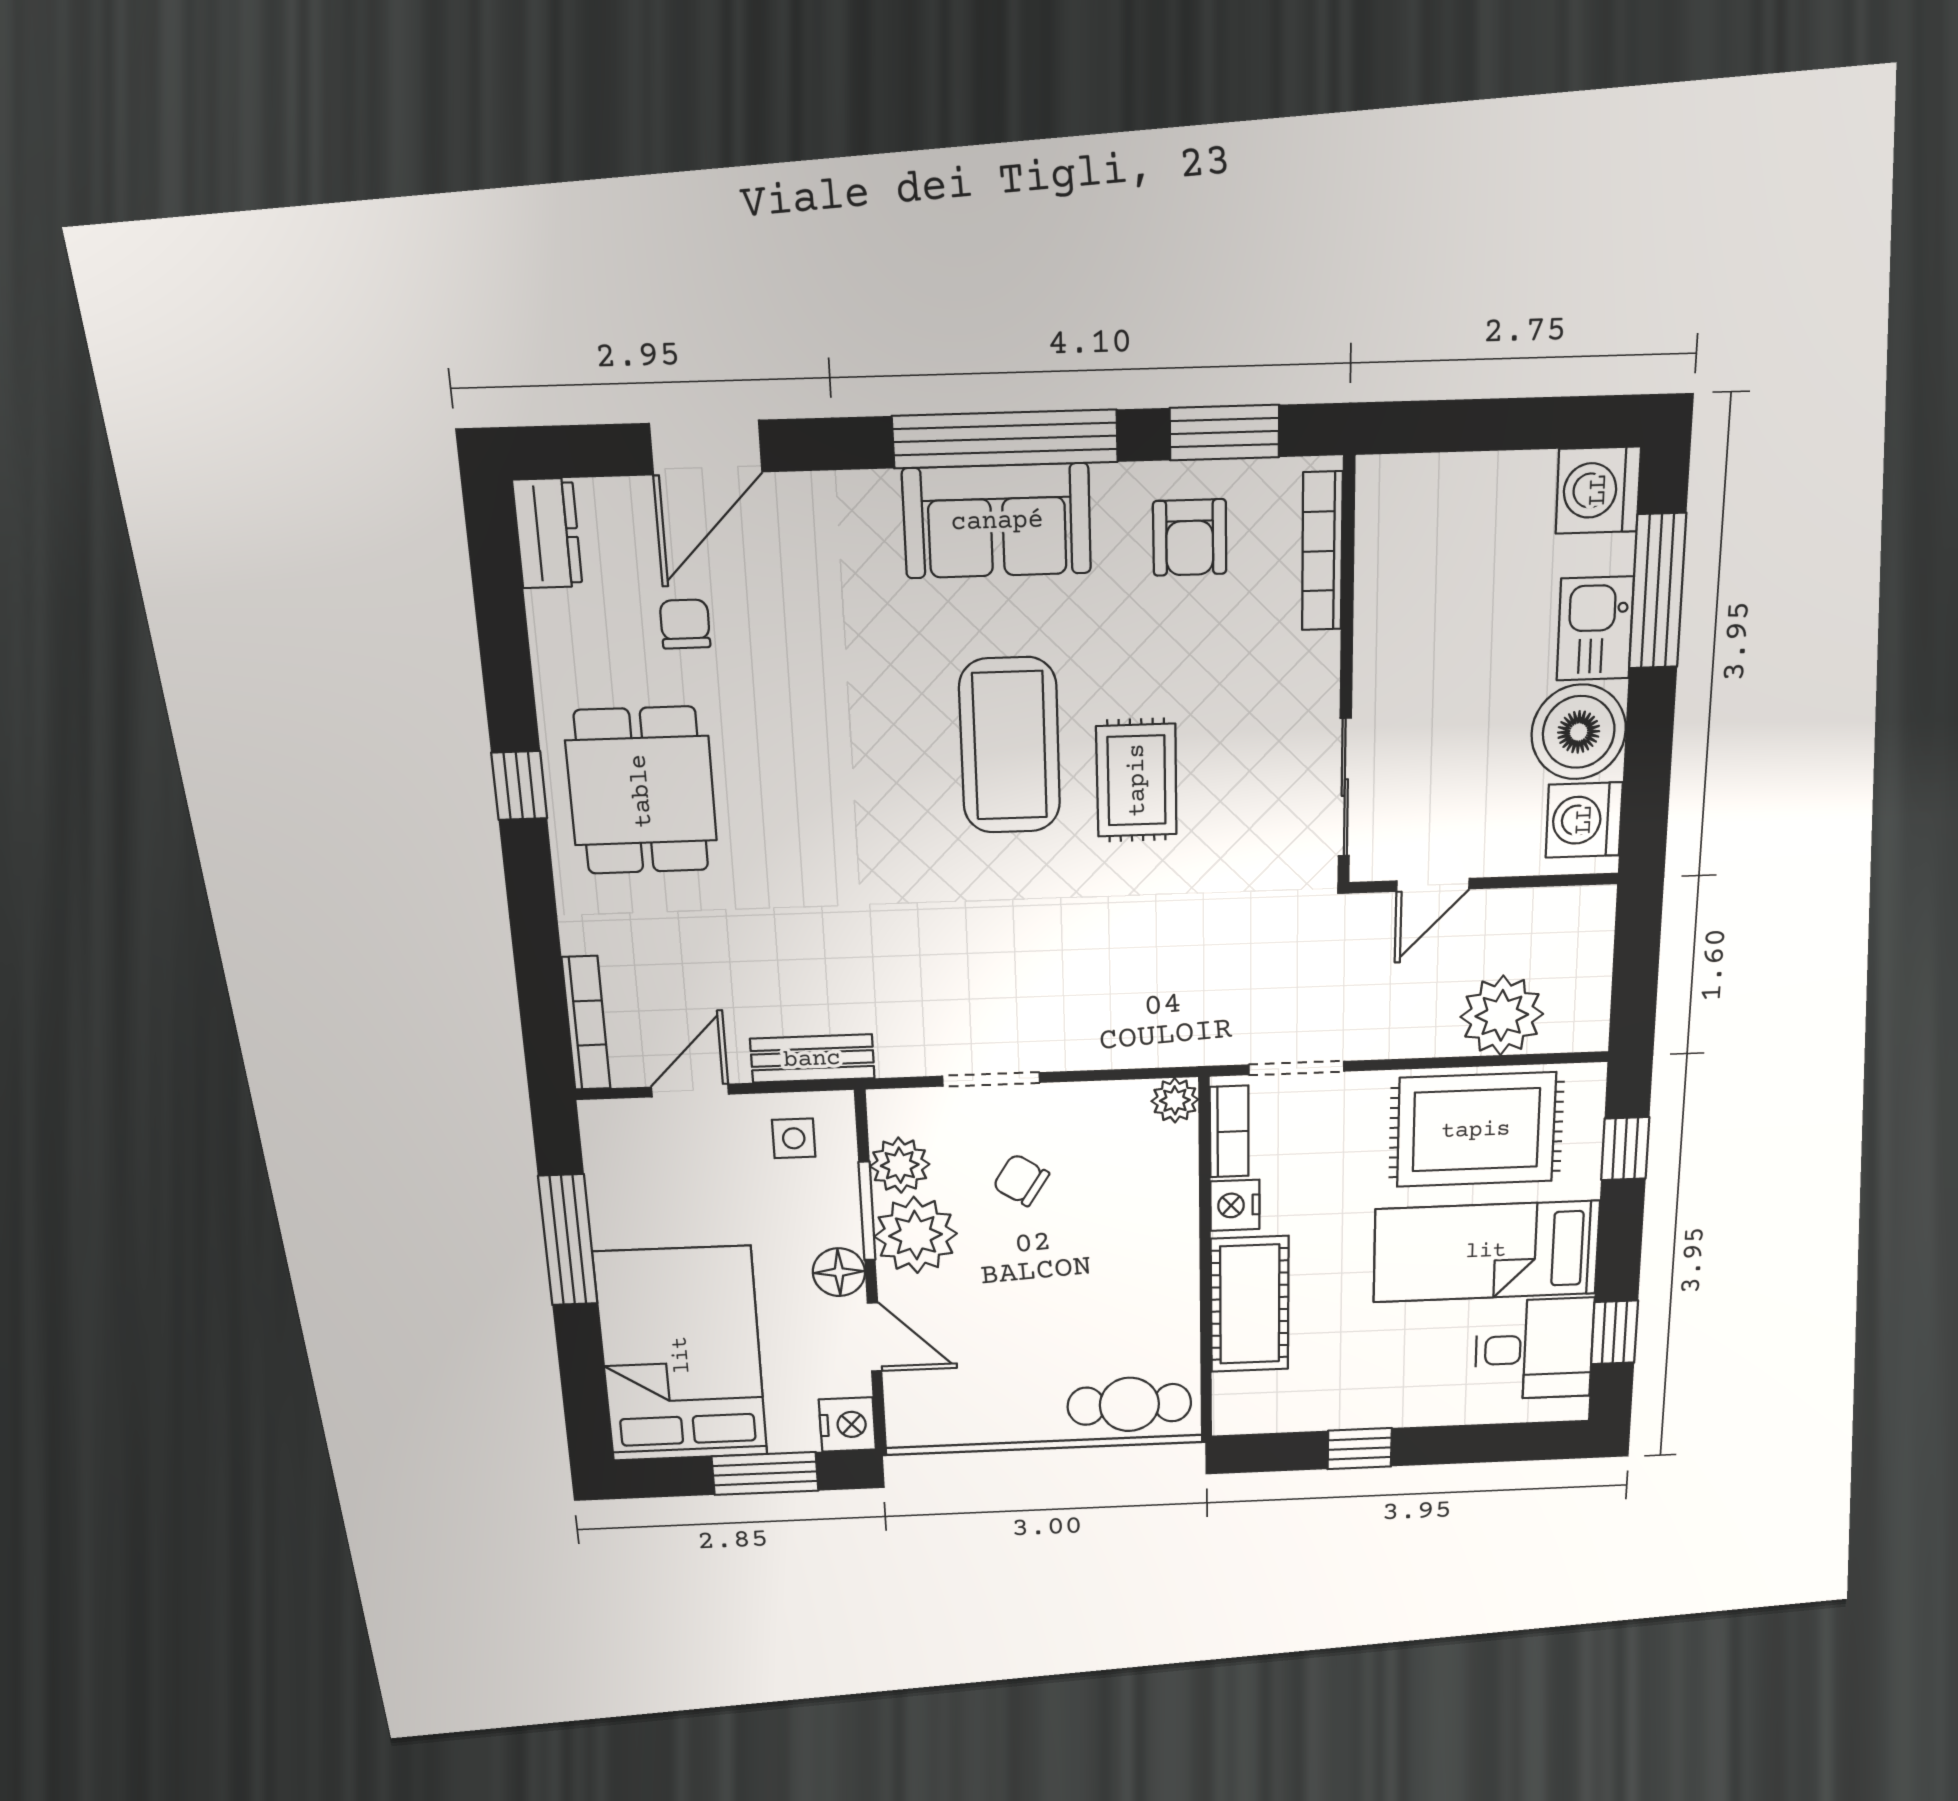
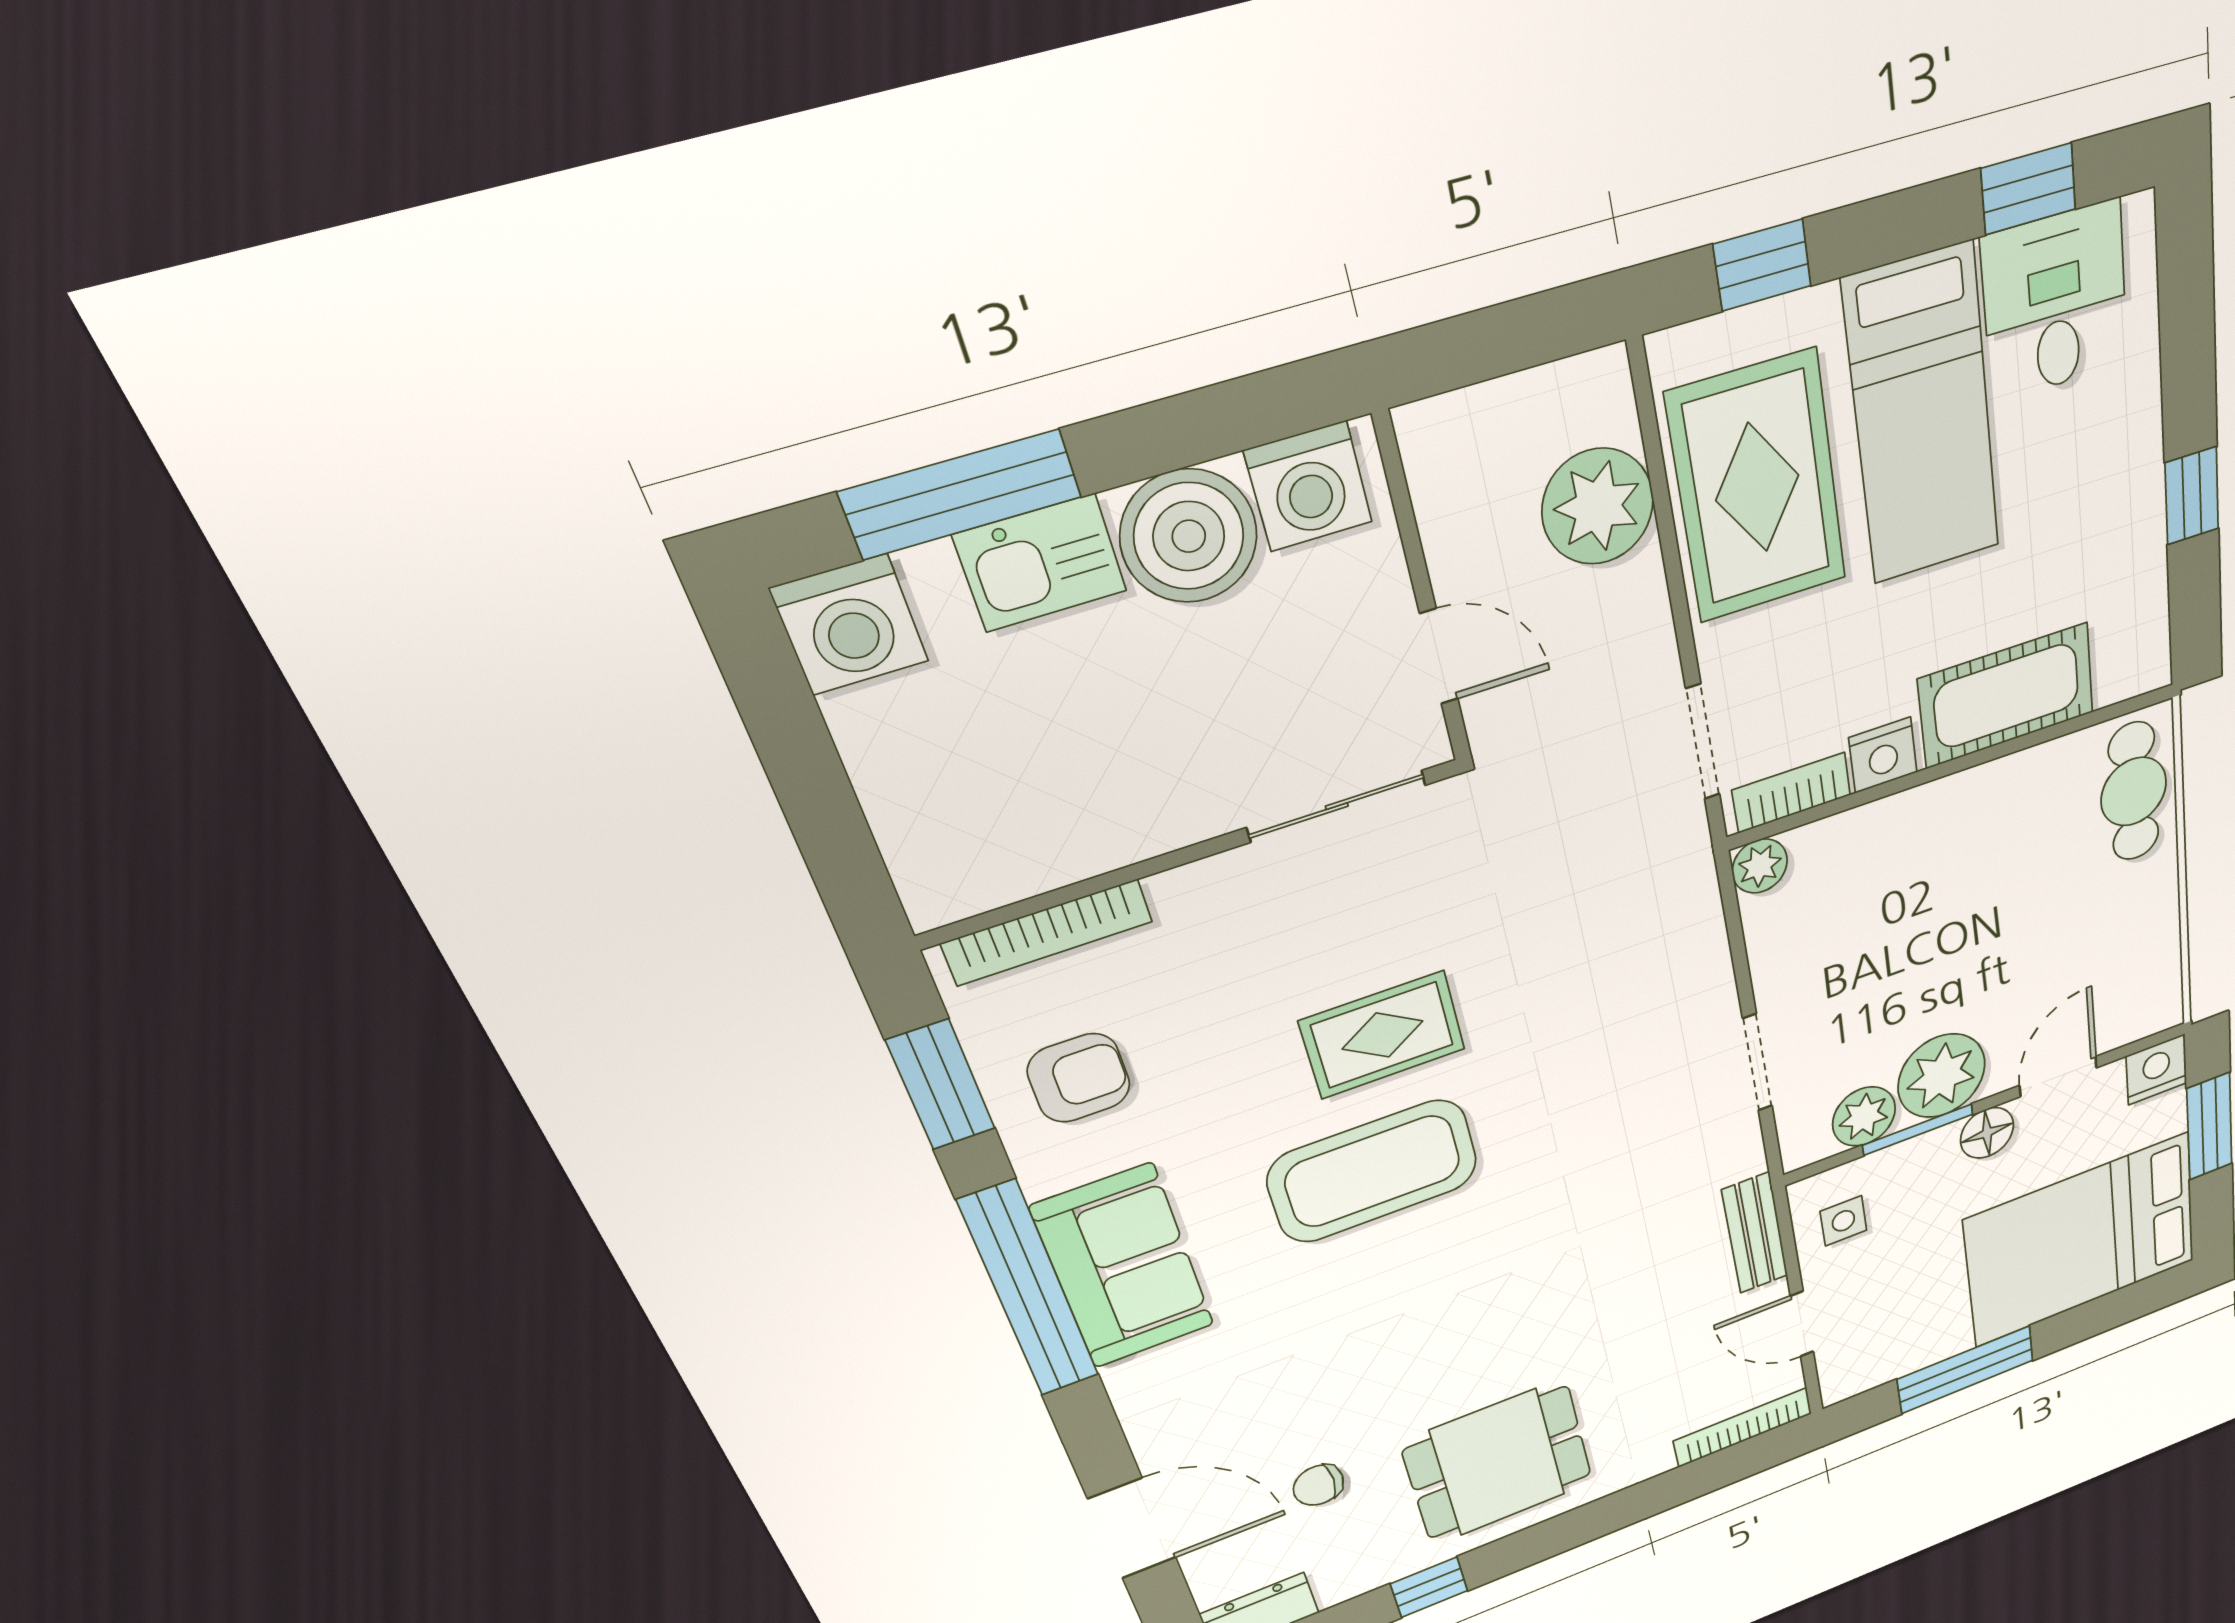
window: (519, 786) -> (1429, 1587), moved
chair: (1021, 1180) -> (1871, 995), removed

